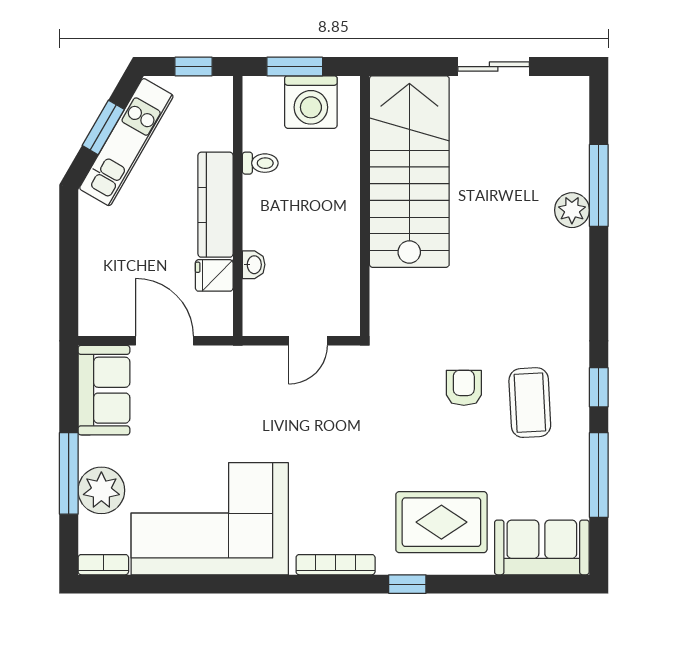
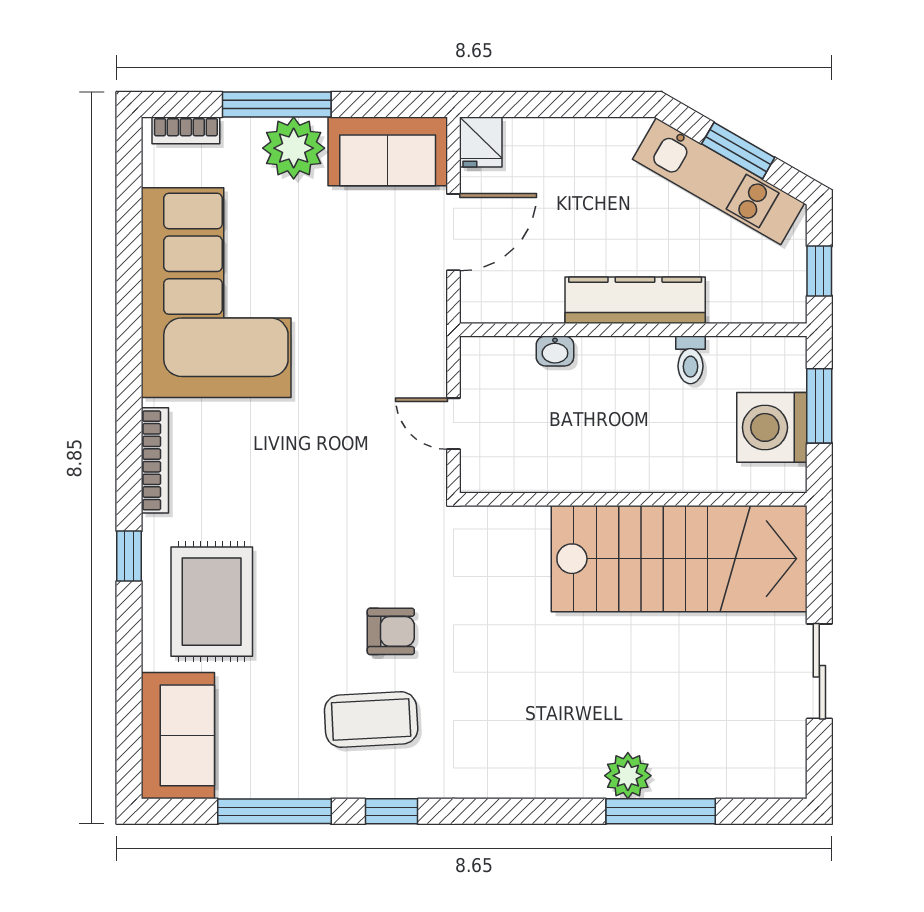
fridge: (214, 275) -> (481, 142), moved, turned 180
plant: (101, 490) -> (294, 148), moved
bookcase: (103, 565) -> (186, 130), moved, turned 90

